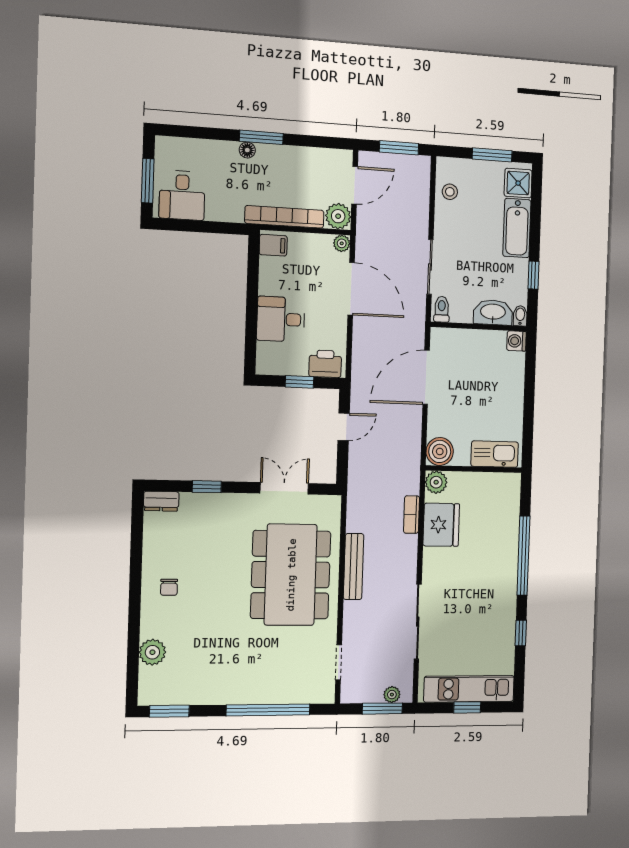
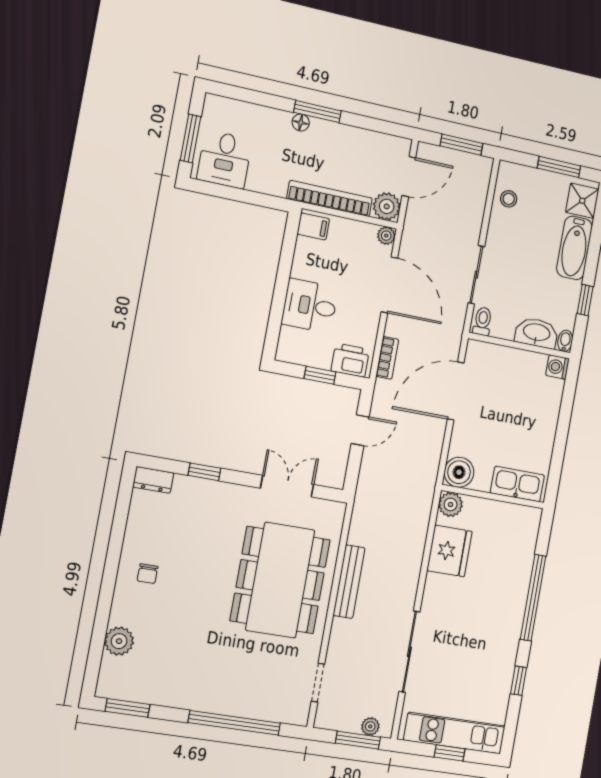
bookcase: (412, 515) -> (387, 358), moved, turned 180

